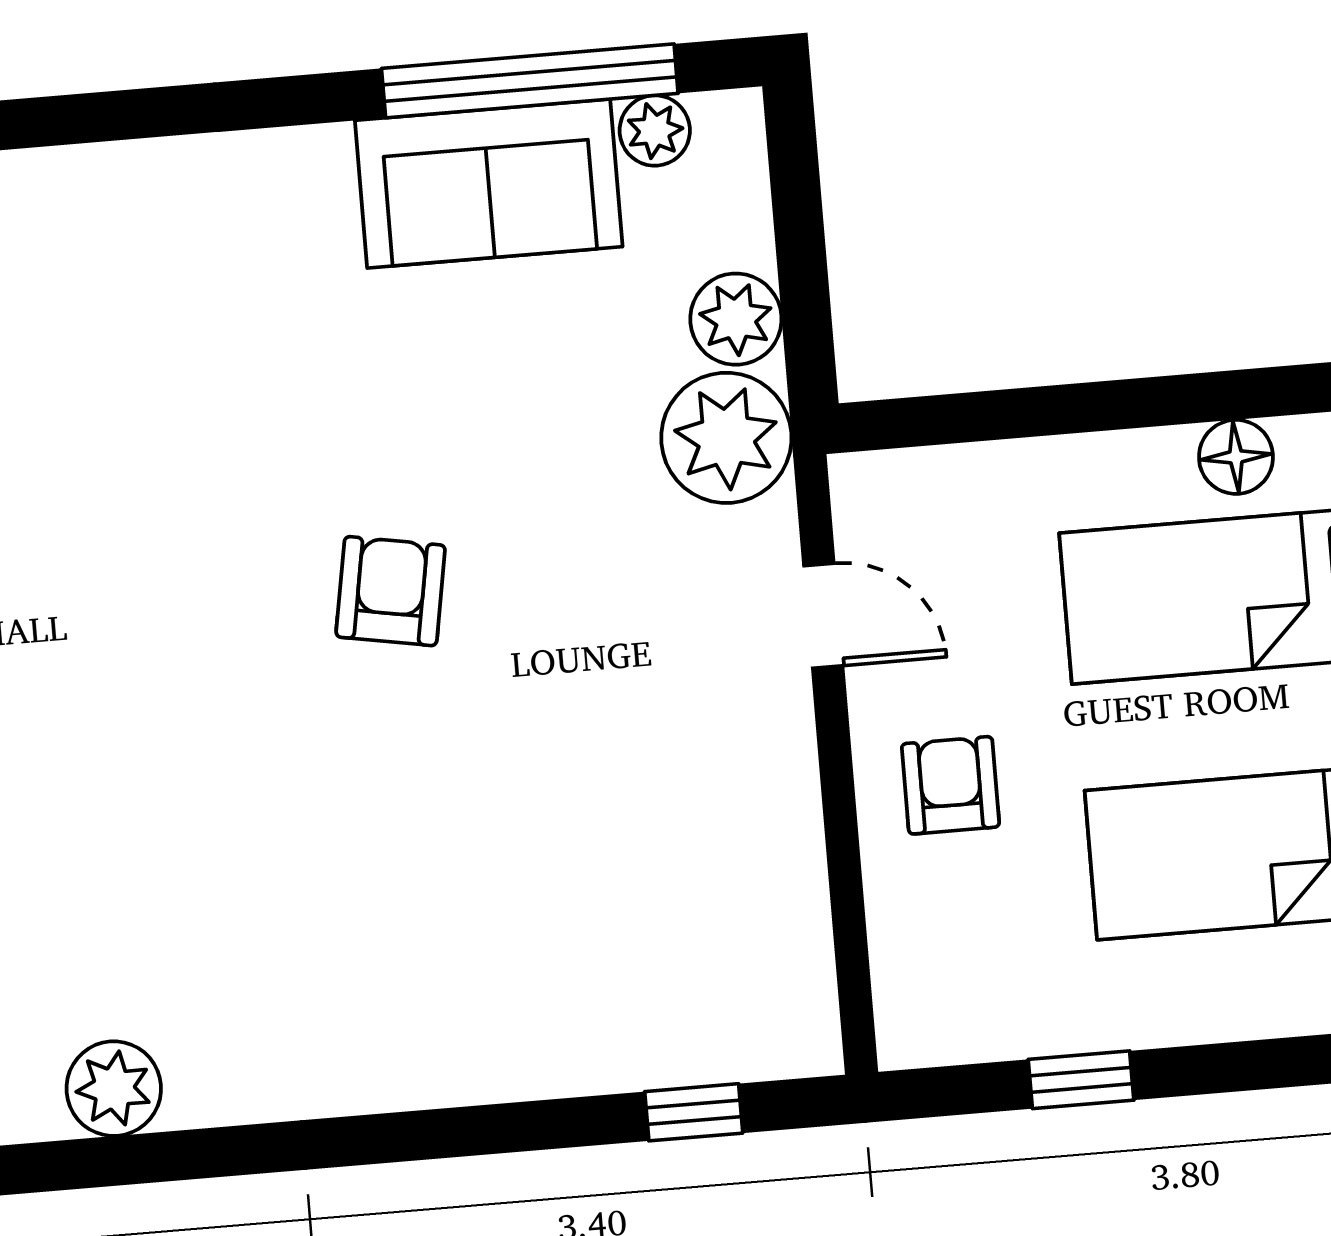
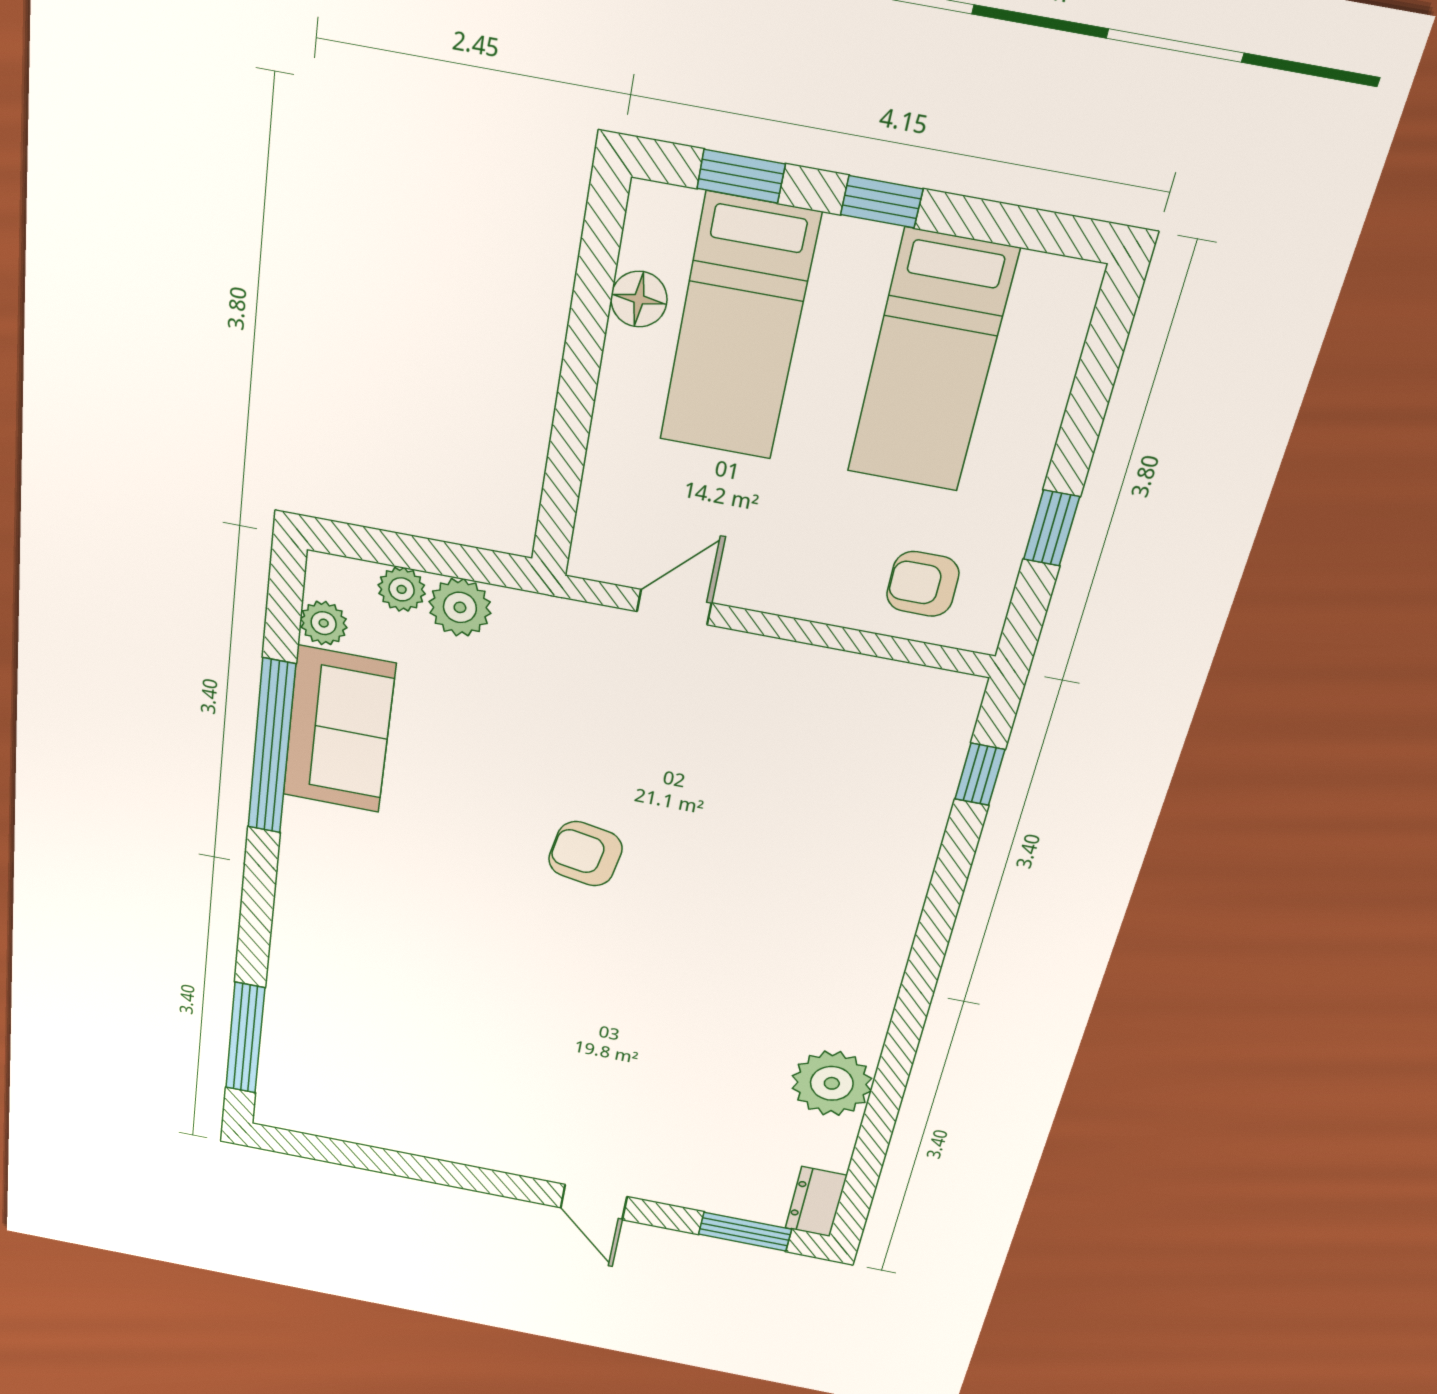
window: (530, 81) -> (272, 747), moved
plant: (726, 438) -> (402, 589), moved, width x0.53, depth x0.53
armchair: (951, 785) -> (923, 584), moved
plant: (114, 1089) -> (832, 1083), width x1.36, depth x1.36

